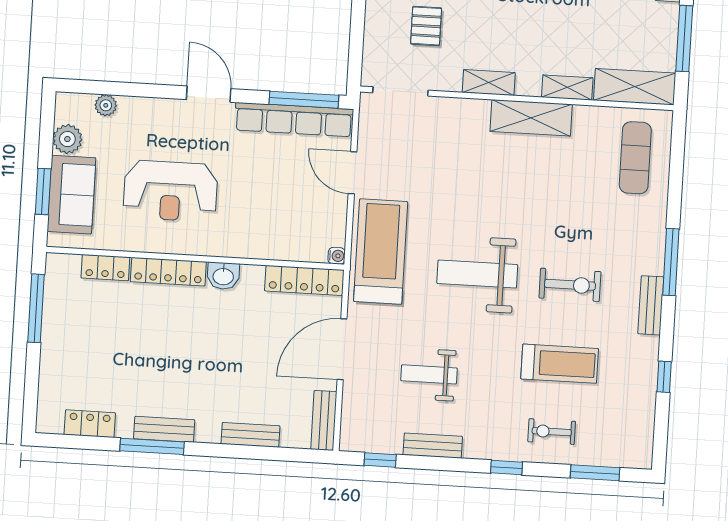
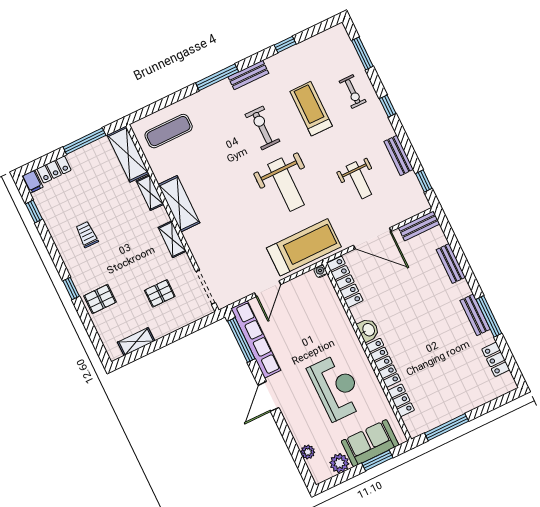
treadmill: (381, 252) -> (304, 247), turned 180

